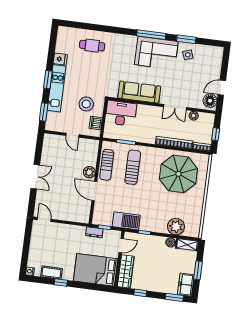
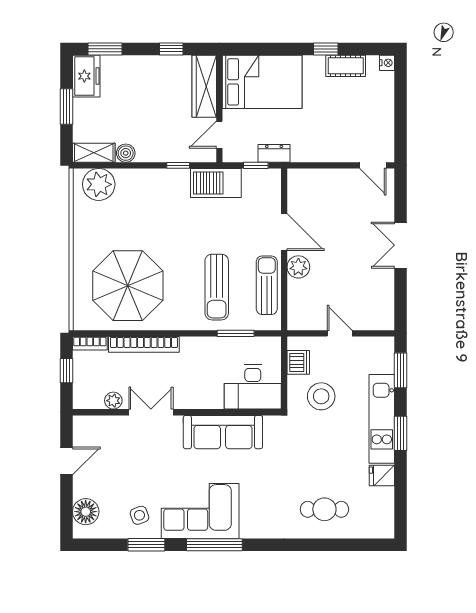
floor lamp: (210, 101) -> (86, 512), moved
plant: (176, 227) -> (99, 184), moved

